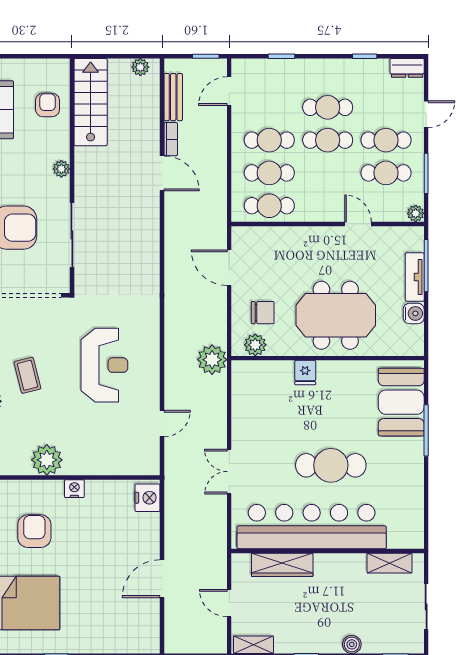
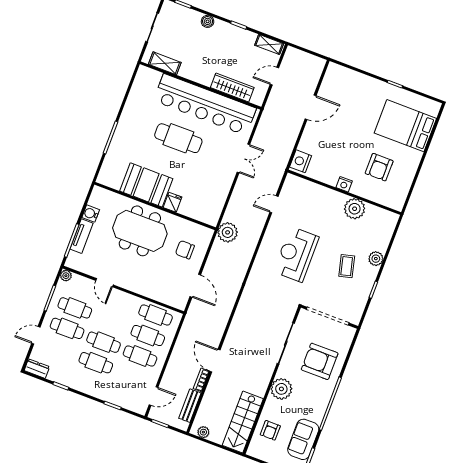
plant: (61, 169) -> (281, 389), width x1.87, depth x1.87
plant: (255, 345) -> (197, 231), removed
booth: (401, 402) -> (146, 185), moved, turned 90
door: (229, 603) -> (274, 76), swing flipped

